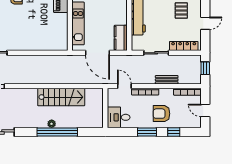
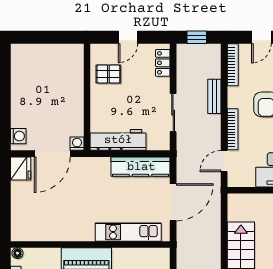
door: (205, 23) -> (128, 37), swing flipped
kitchen counter: (121, 38) -> (141, 167), width x1.50
locker: (184, 46) -> (163, 63), width x0.66

